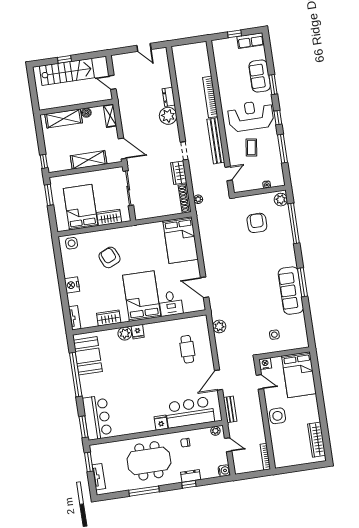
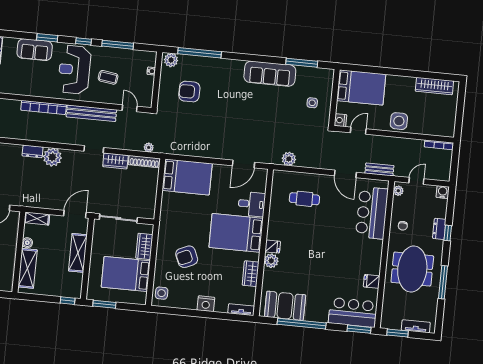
window: (303, 282) -> (302, 63), moved
fridge: (161, 423) -> (372, 281), moved

